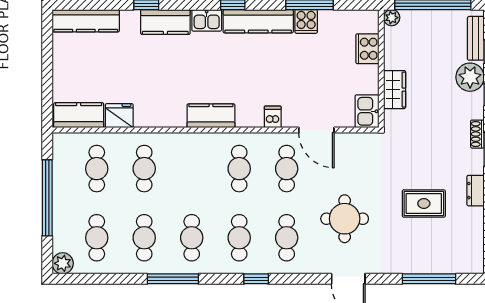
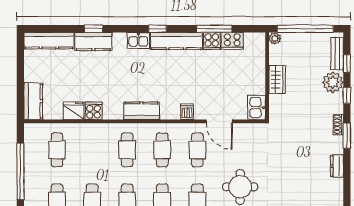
kitchen counter: (165, 22) -> (93, 42), moved
cooker: (367, 49) -> (232, 41), moved, turned -90
wardrobe: (395, 90) -> (277, 79), moved
kitchen counter: (79, 115) -> (33, 101), moved, turned 90
cooker: (146, 116) -> (94, 111), added
cafe table: (144, 169) -> (127, 150), moved
rug: (424, 204) -> (299, 176), removed

